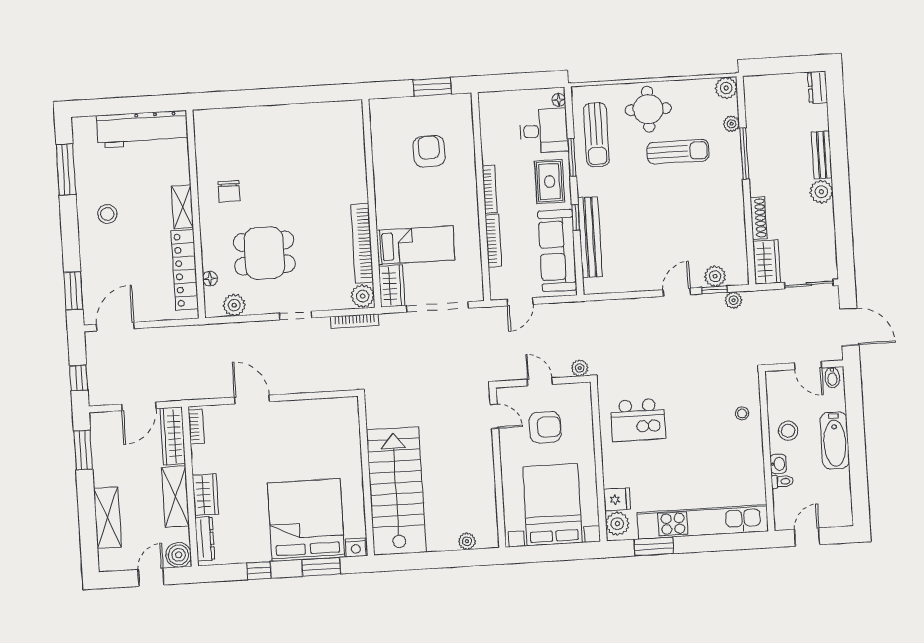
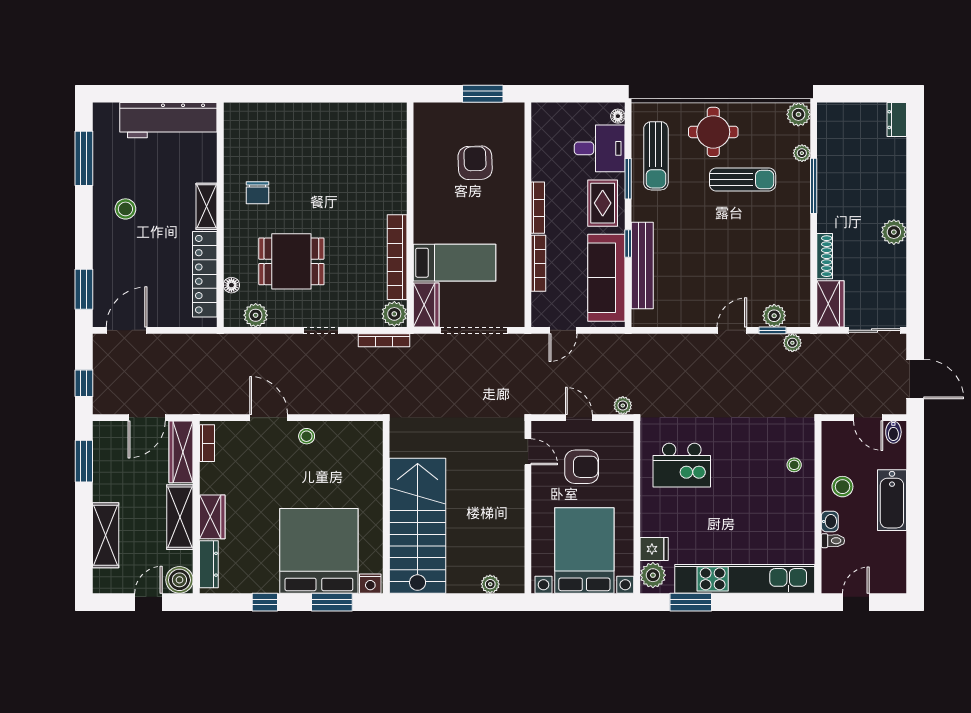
bench: (822, 155) -> (897, 192), removed
stool: (288, 414) -> (307, 436), added

